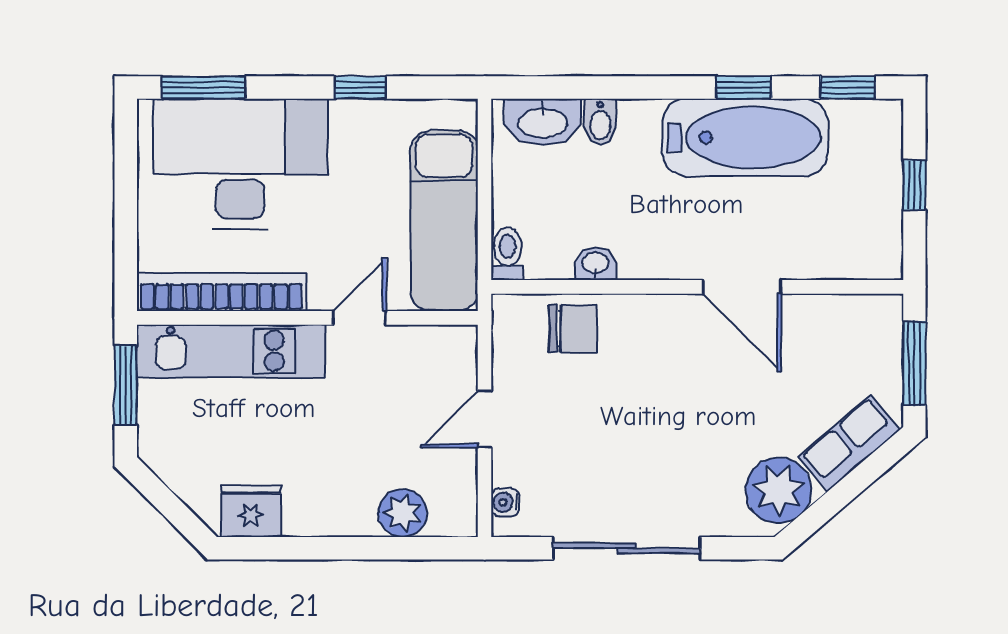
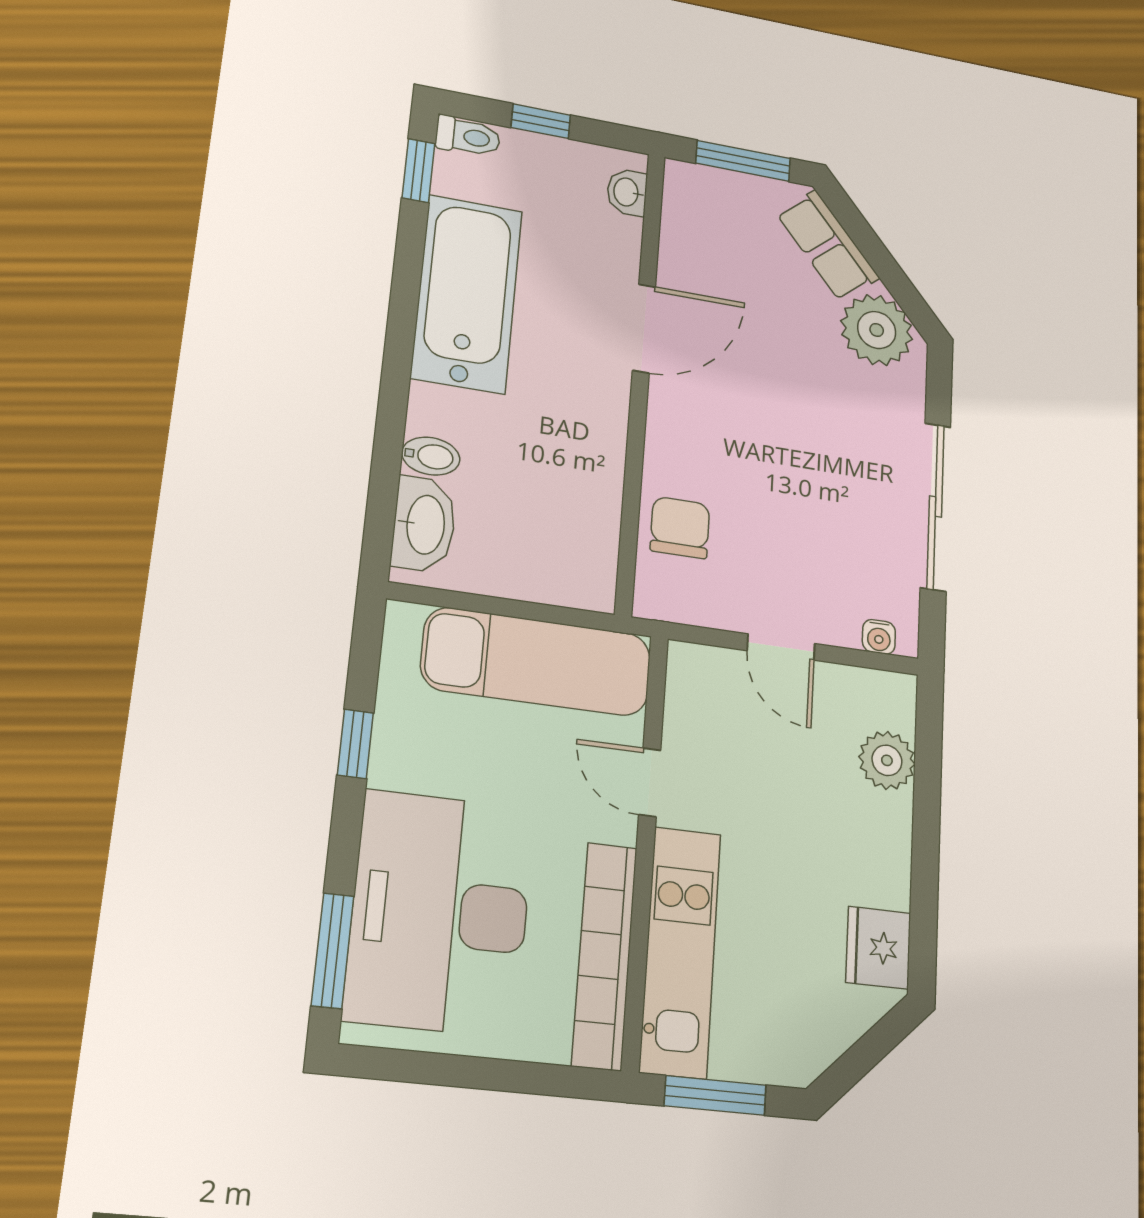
window: (744, 87) -> (406, 285), removed
toilet: (508, 254) -> (468, 137), moved, turned 180
washbasin: (595, 264) -> (627, 192), moved

